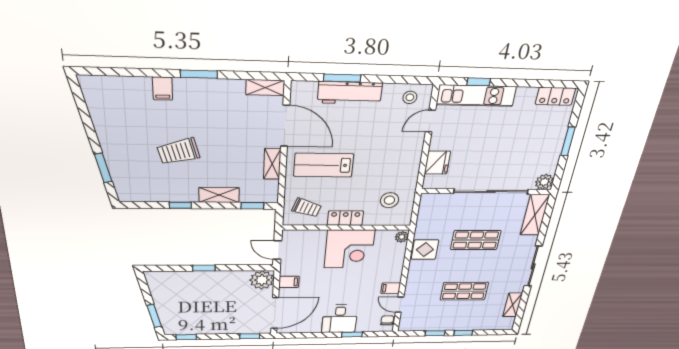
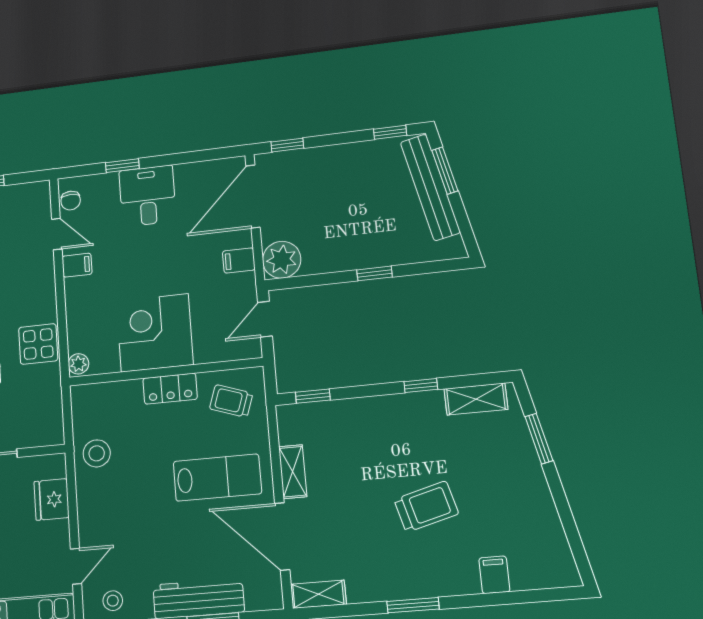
filing cabinet: (162, 89) -> (494, 575), moved
trolley: (178, 151) -> (426, 507), moved
shelving: (219, 195) -> (476, 399), moved
stool: (389, 200) -> (97, 453), moved
door: (277, 250) -> (265, 319), swing flipped
bench: (164, 309) -> (430, 187), added

